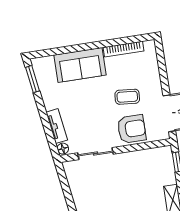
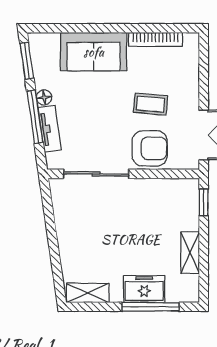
window: (45, 119) -> (35, 117), added
floor lamp: (63, 149) -> (44, 97), moved
sliding door: (95, 154) -> (96, 174), width x1.37

